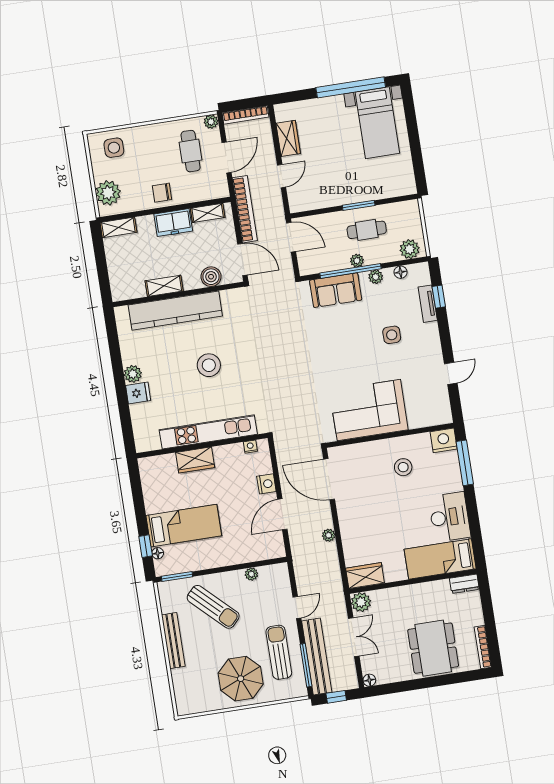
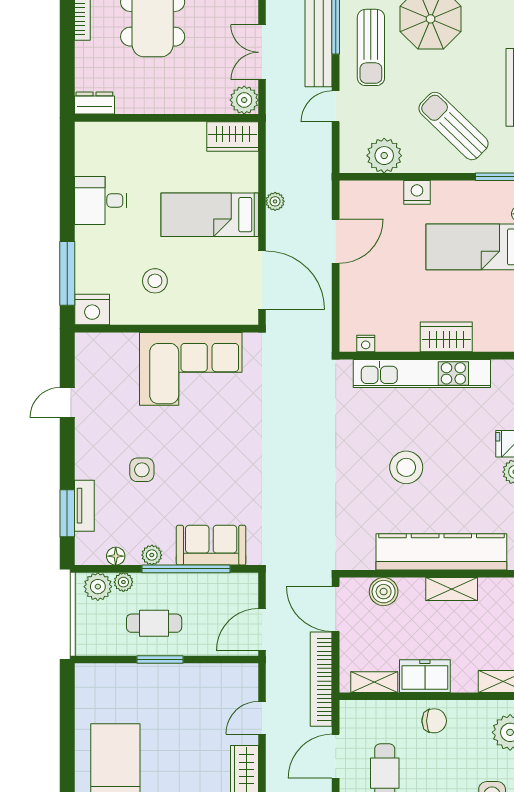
door: (291, 237) -> (262, 630), hinge flipped
plant: (357, 261) -> (123, 582), moved
window: (439, 297) -> (67, 513), width x1.50
nightstand: (266, 484) -> (417, 192), moved, turned 90
desk: (449, 517) -> (101, 200), width x0.73
bed: (440, 559) -> (210, 215), moved, turned 180
plant: (251, 574) -> (384, 156), width x1.88, depth x1.88

